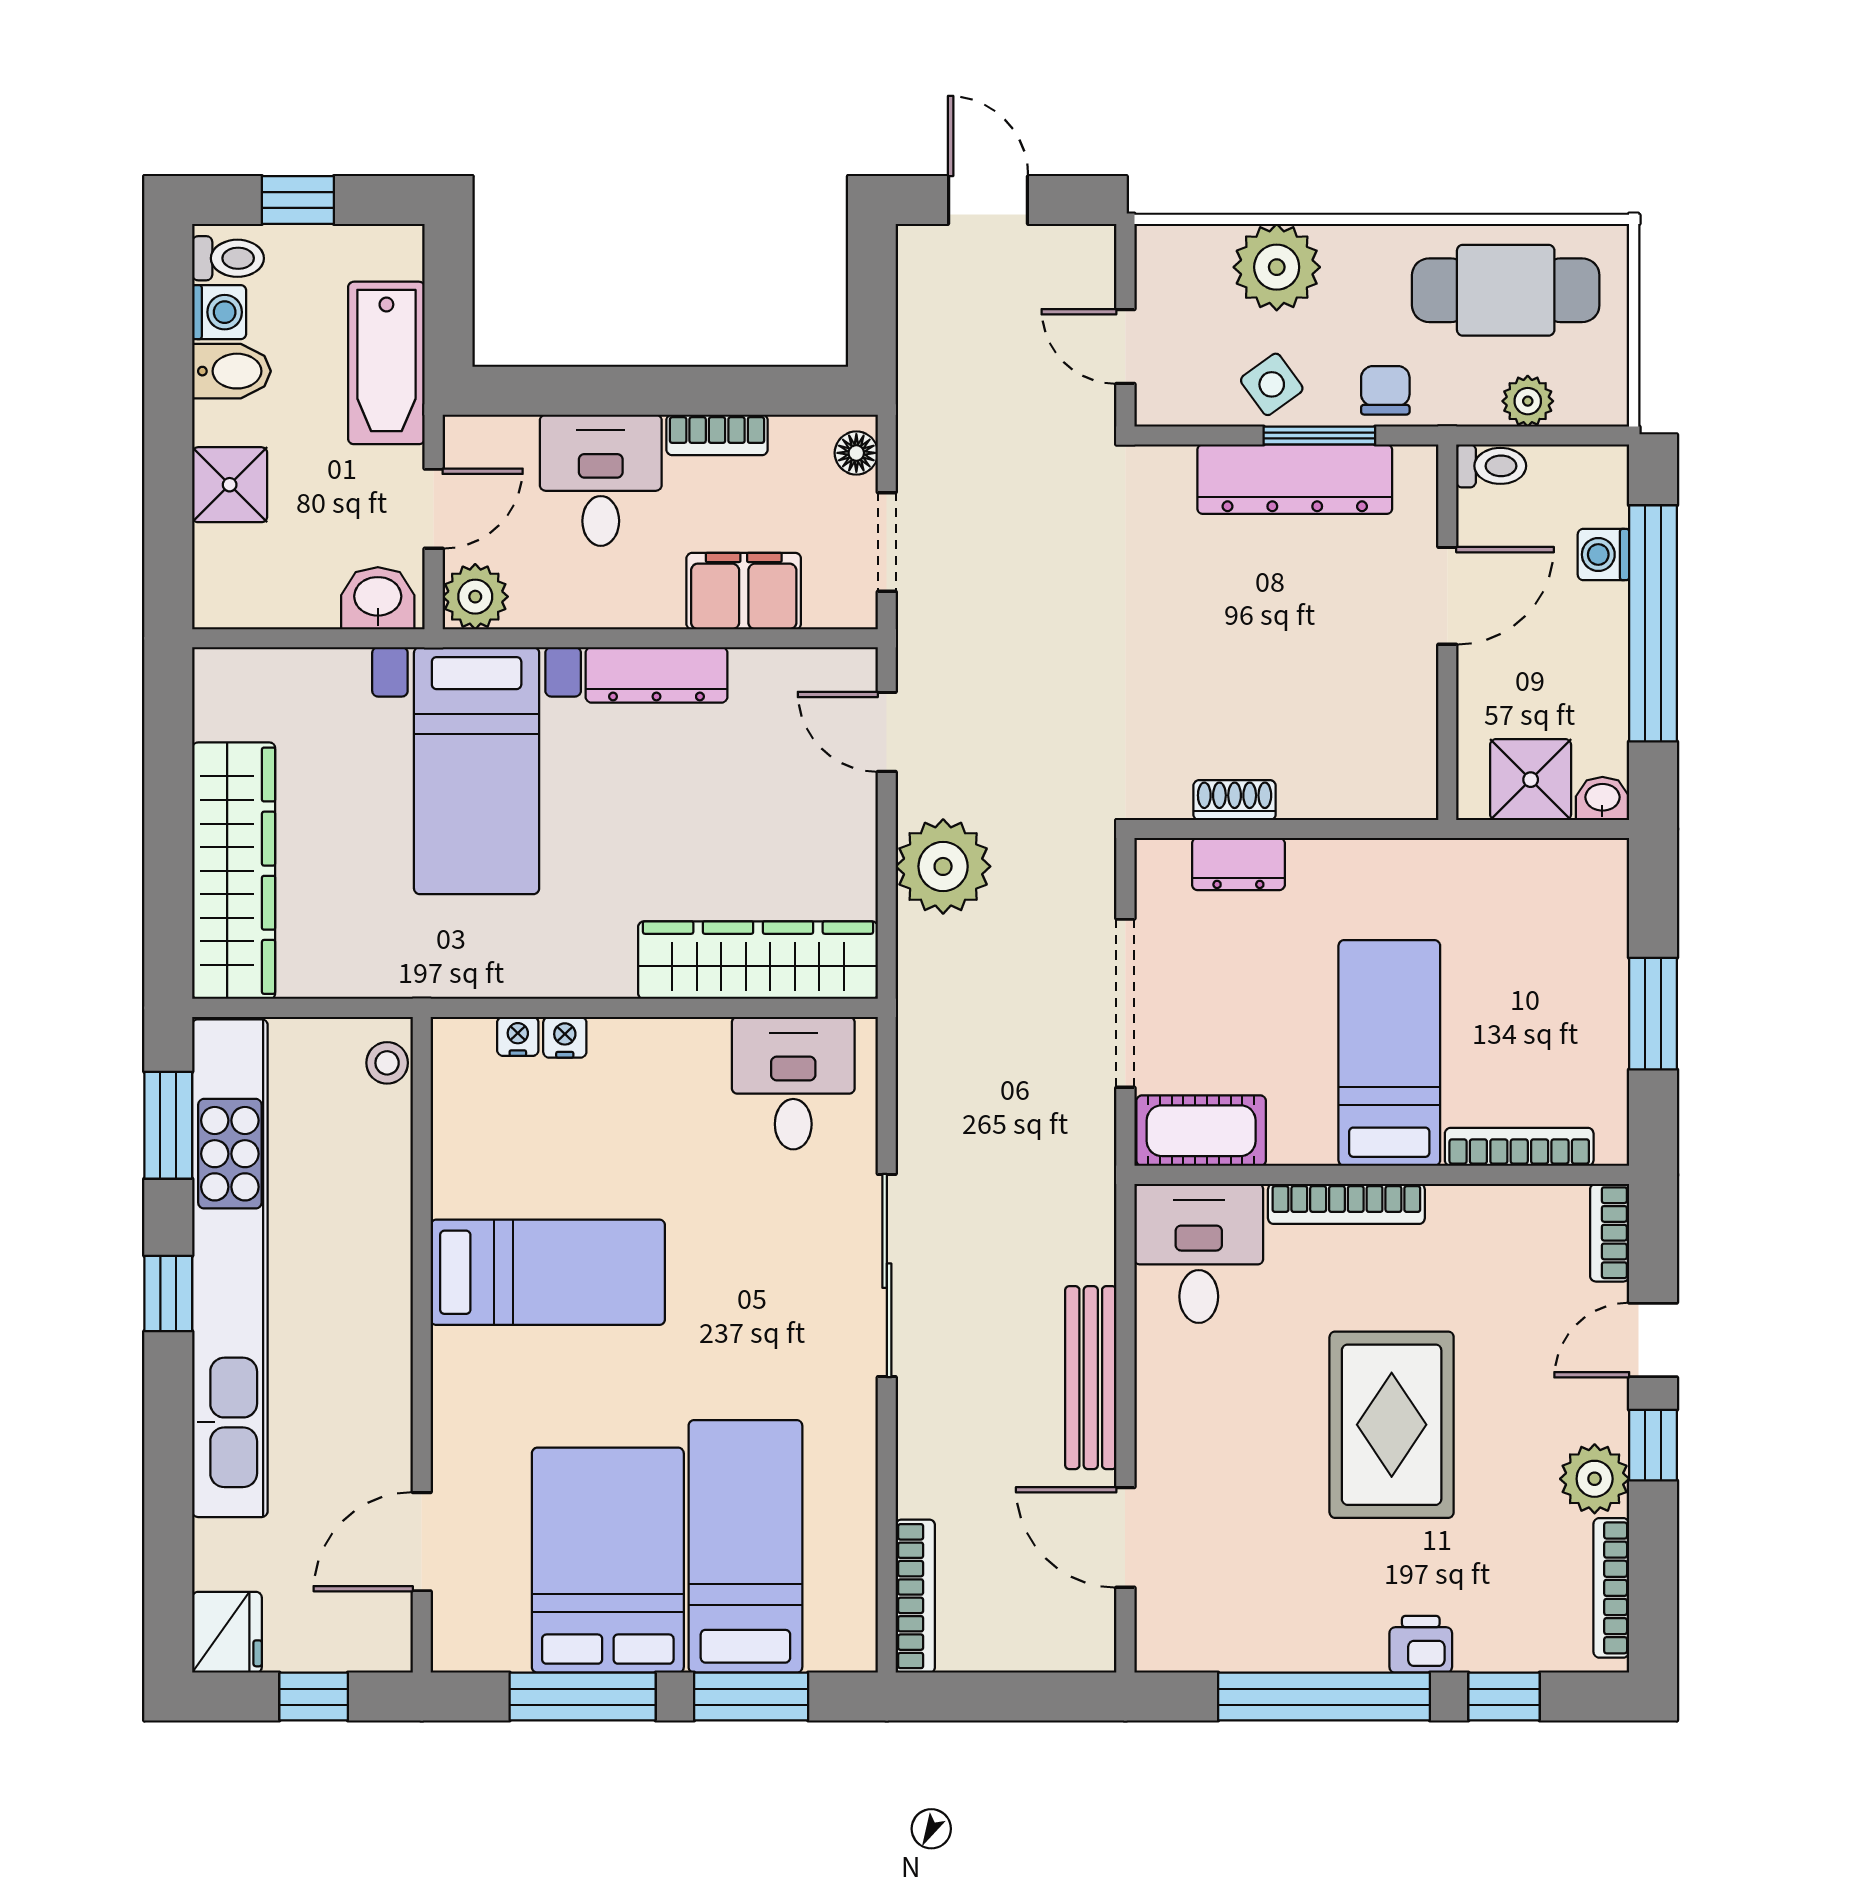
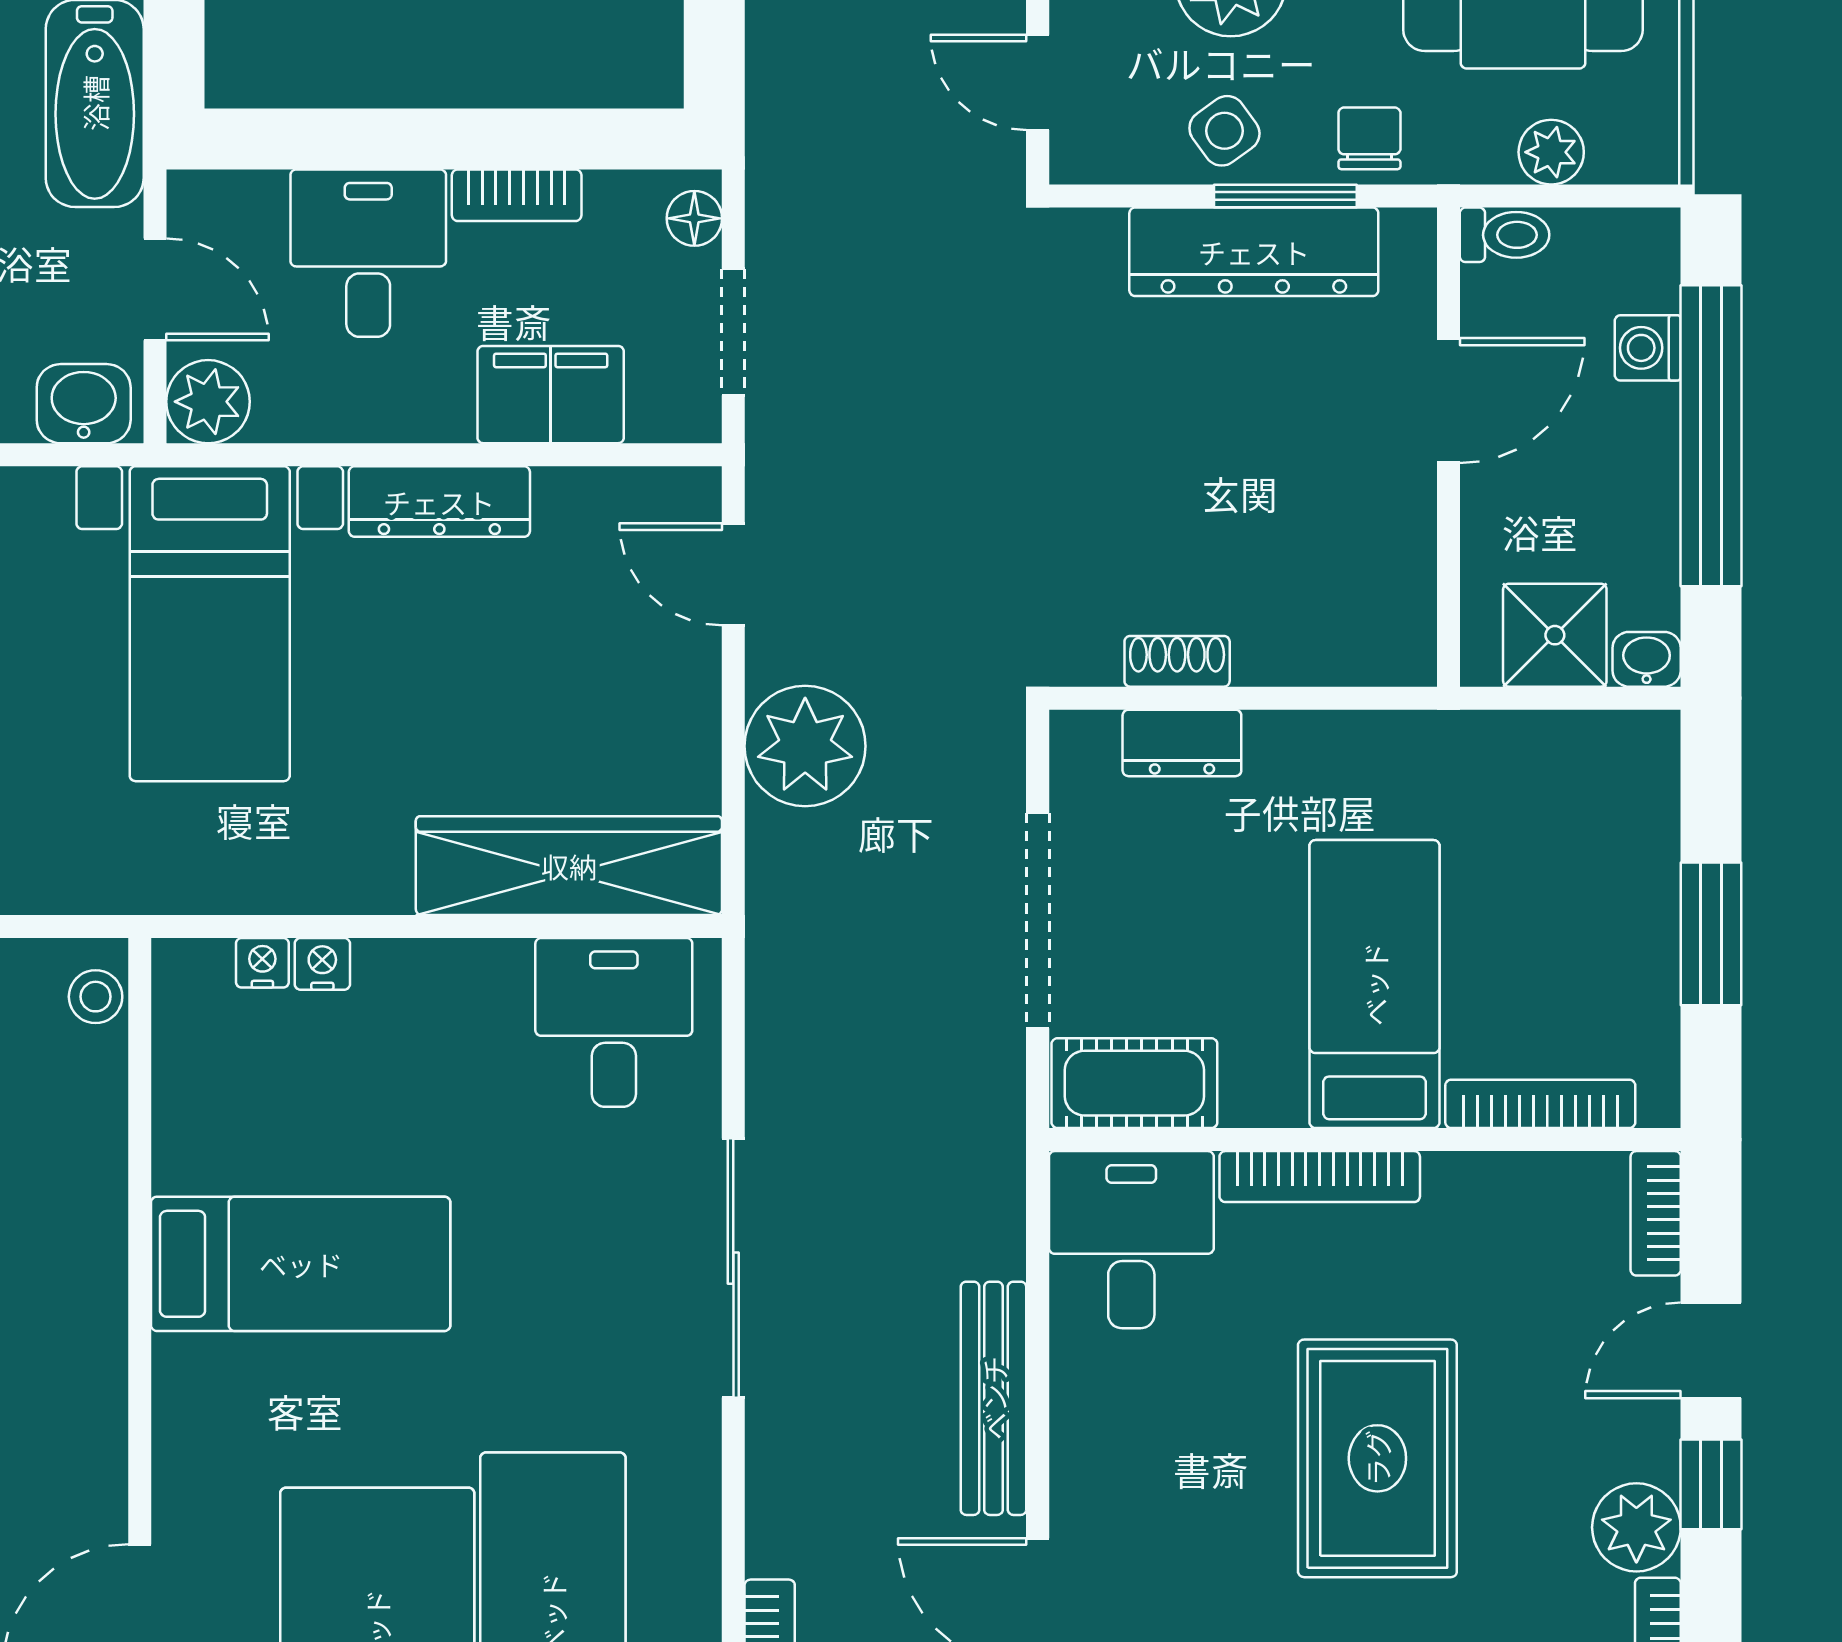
door: (434, 509) -> (155, 289), hinge flipped

